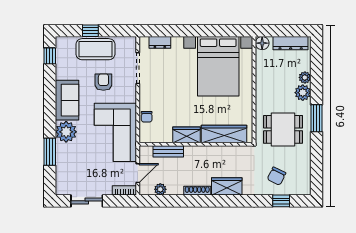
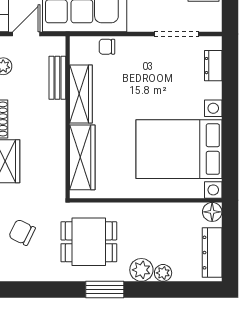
dining table: (283, 129) -> (89, 242), turned 90
wardrobe: (187, 135) -> (81, 94), width x1.50
door: (138, 173) -> (26, 34), swing flipped

